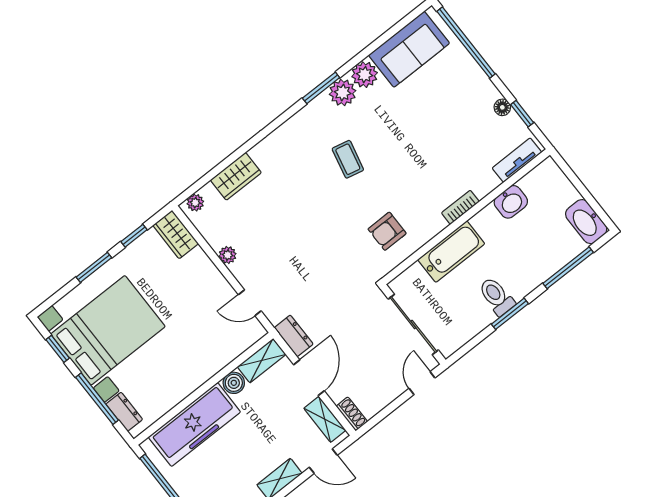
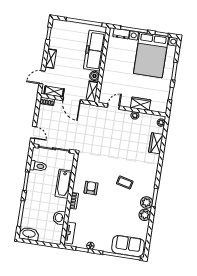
sofa: (409, 49) -> (128, 246), moved, turned 90
armchair: (387, 231) -> (91, 188), moved
wardrobe: (176, 235) -> (141, 104), moved
toilet: (496, 296) -> (38, 166), moved
dresser: (294, 336) -> (89, 109), removed

